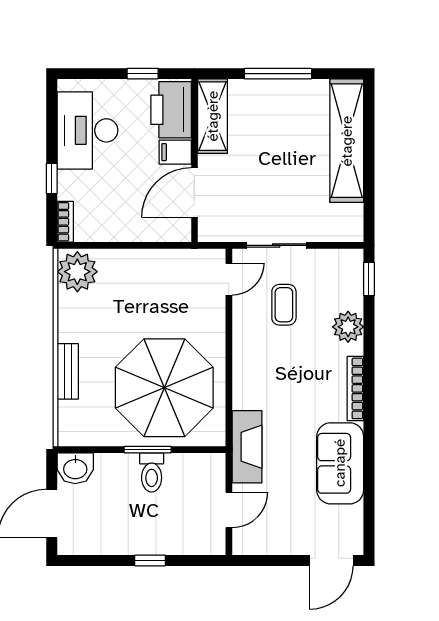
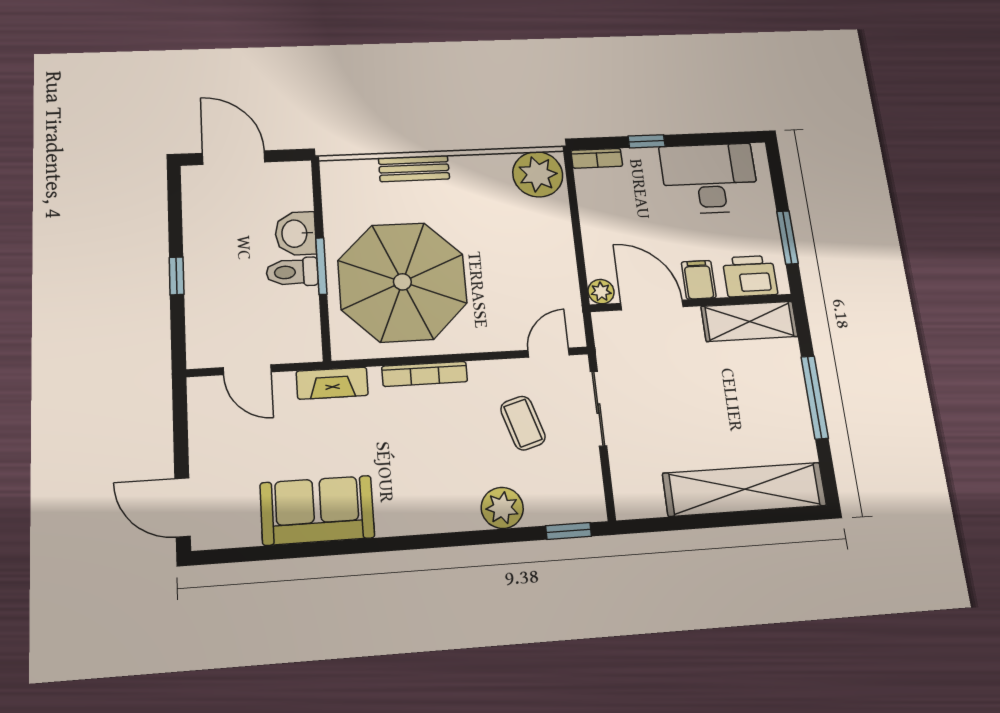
window: (143, 74) -> (787, 237), width x1.50
printer: (171, 110) -> (750, 276), width x0.73, depth x0.84
plant: (181, 232) -> (601, 292), added
door: (229, 279) -> (549, 353), swing flipped
coffee table: (284, 305) -> (523, 423), turned 73
bookcase: (355, 388) -> (425, 374), moved, turned 180
fireplace: (247, 447) -> (332, 383), width x0.73, depth x0.76
washbasin: (75, 468) -> (296, 234), moved

